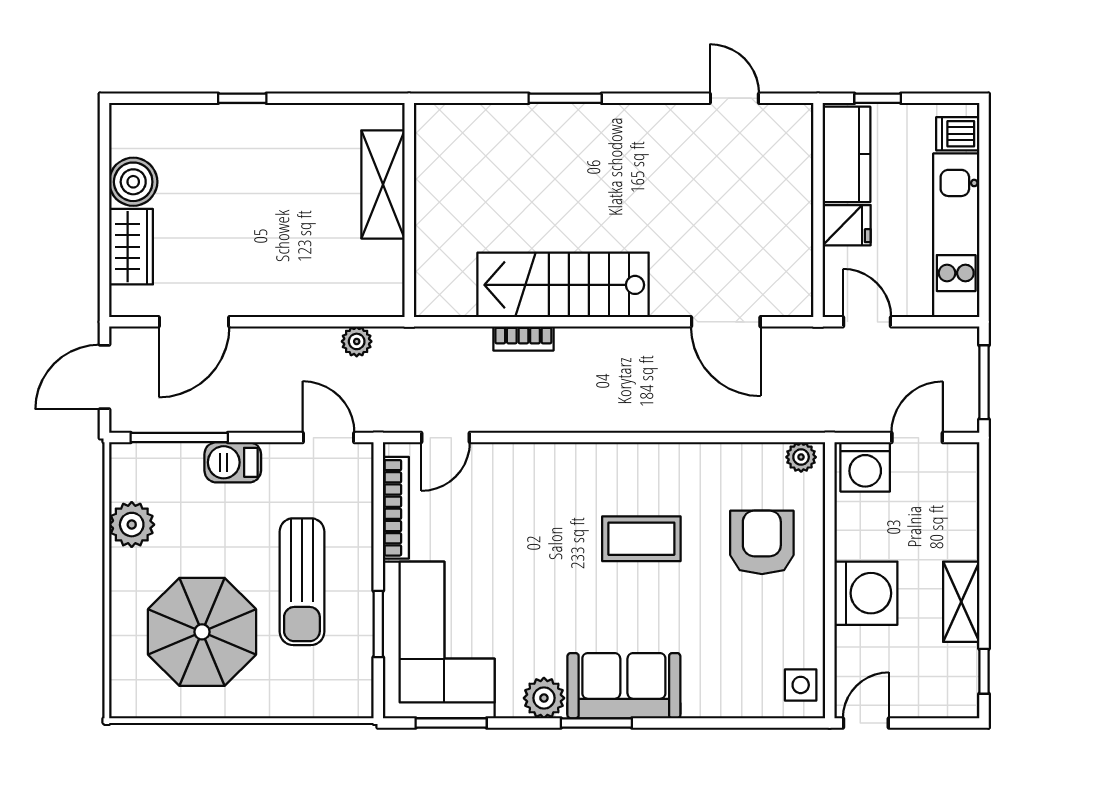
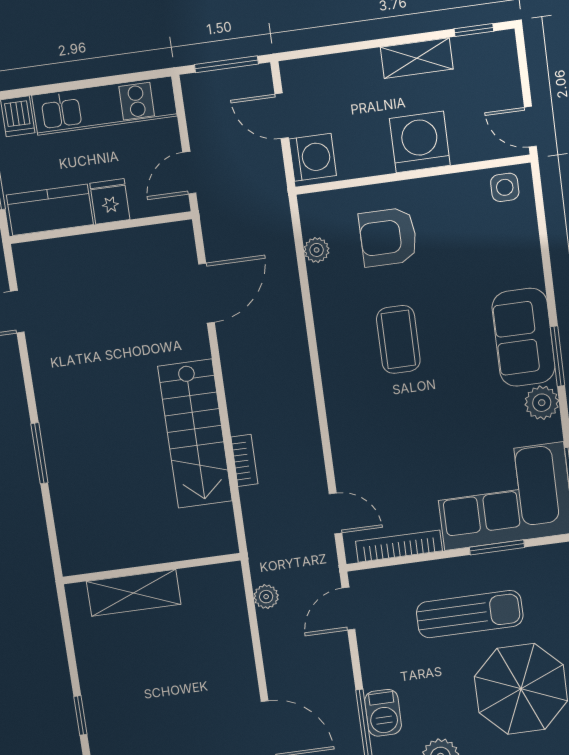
plant: (801, 457) -> (317, 250), moved
barbecue: (233, 462) -> (383, 713), moved

